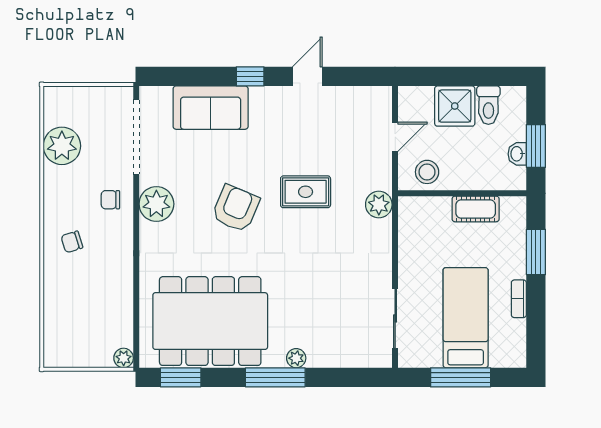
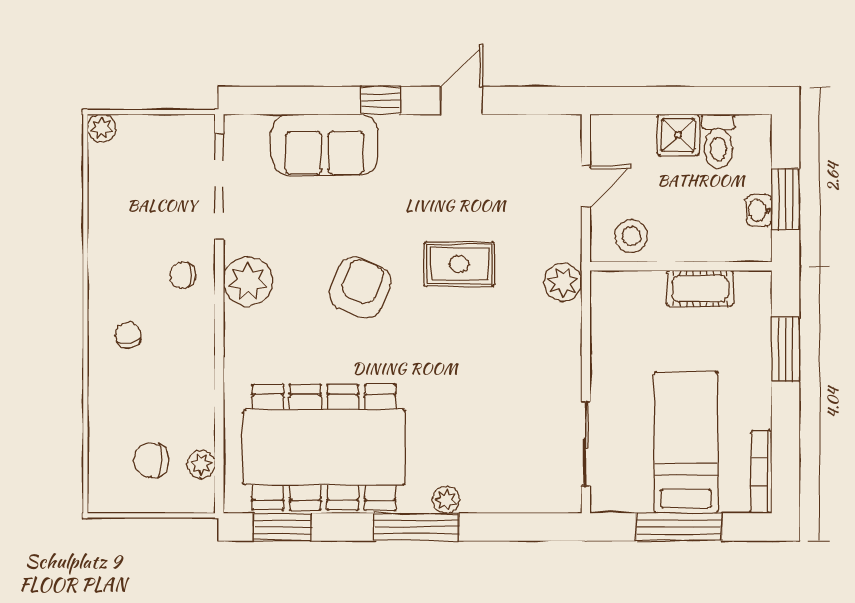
shower: (455, 106) -> (678, 135), width x0.73, depth x0.73
plant: (62, 146) -> (102, 128), moved, width x0.53, depth x0.53
chair: (72, 242) -> (128, 335), turned 98
bookcase: (519, 299) -> (761, 472), moved, width x1.56
chair: (88, 330) -> (151, 460), added
plant: (124, 358) -> (201, 464), moved

